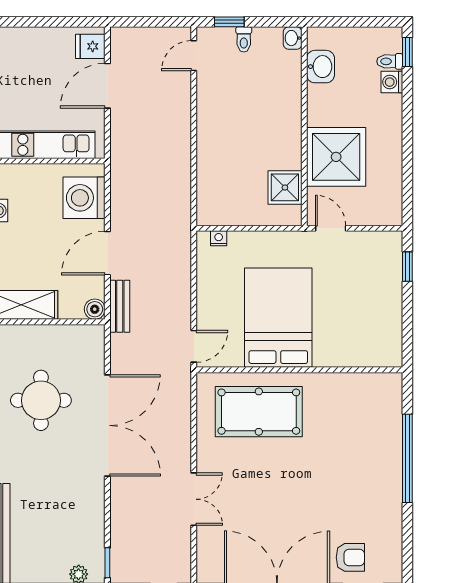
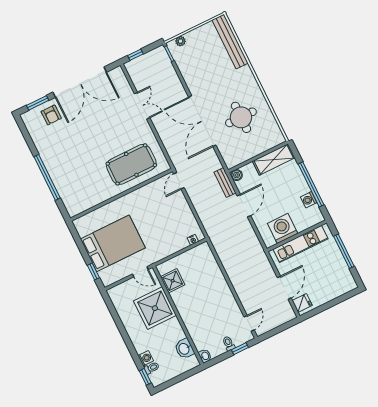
washing machine: (84, 198) -> (283, 229), moved, turned -90
bed: (278, 318) -> (113, 243), moved, turned -90
double door: (194, 499) -> (142, 106), swing flipped
armchair: (350, 557) -> (51, 115), turned -90

